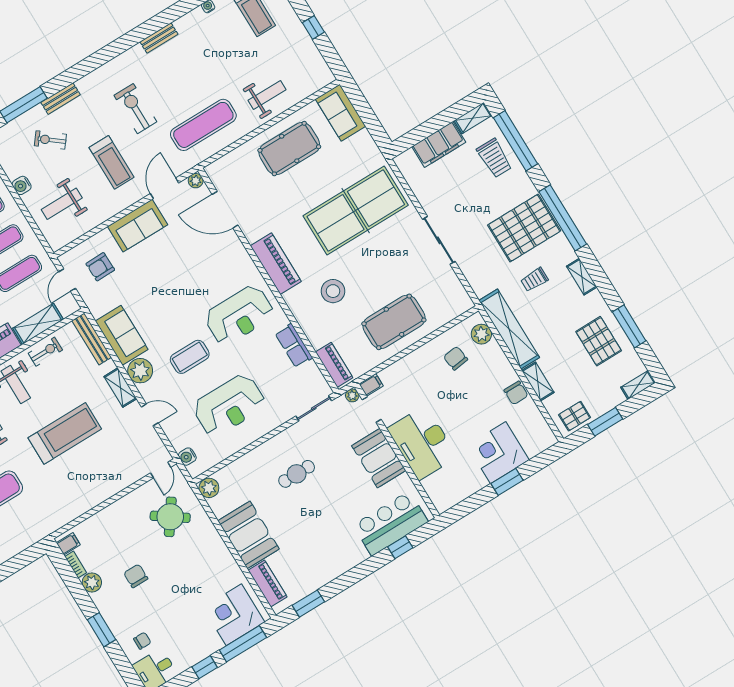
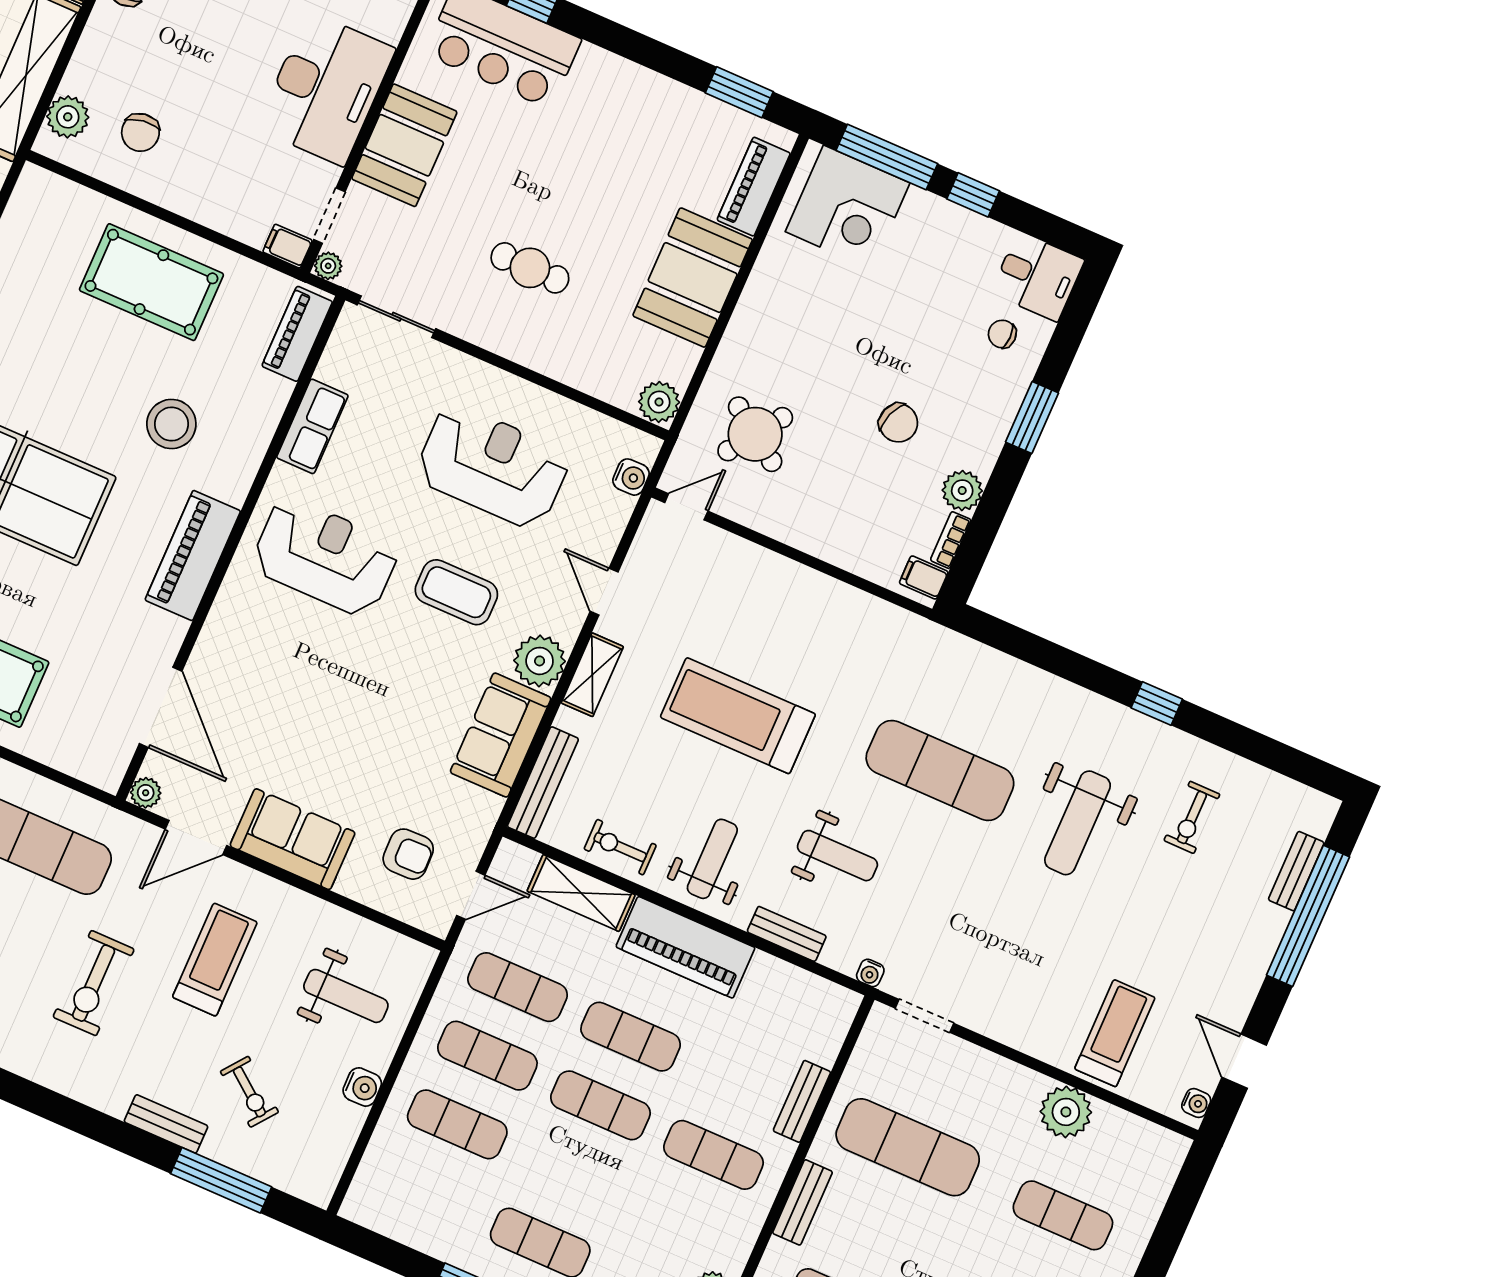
chair: (136, 576) -> (898, 423), turned -70

